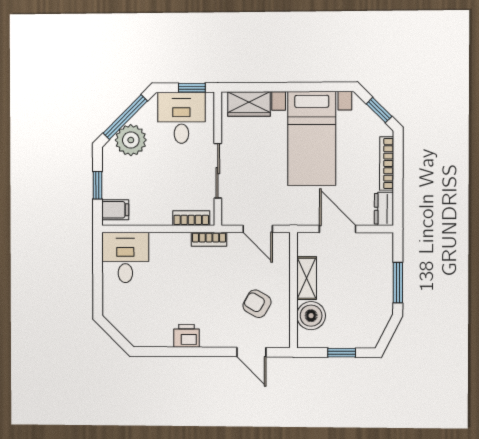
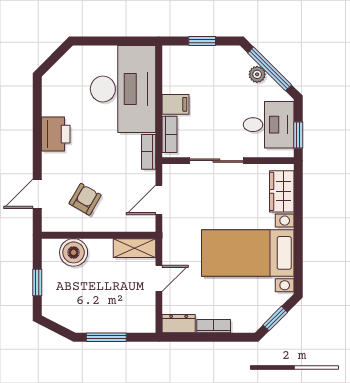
plant: (131, 140) -> (257, 74), width x0.53, depth x0.53
bookcase: (387, 163) -> (214, 326), width x0.64
filing cabinet: (115, 210) -> (176, 104), moved, turned -90
door: (338, 229) -> (159, 278), width x0.73
desk: (125, 257) -> (123, 89), width x1.87, depth x1.30
shelving: (307, 278) -> (134, 248), moved
printer: (187, 336) -> (56, 134), width x1.36, depth x1.24

